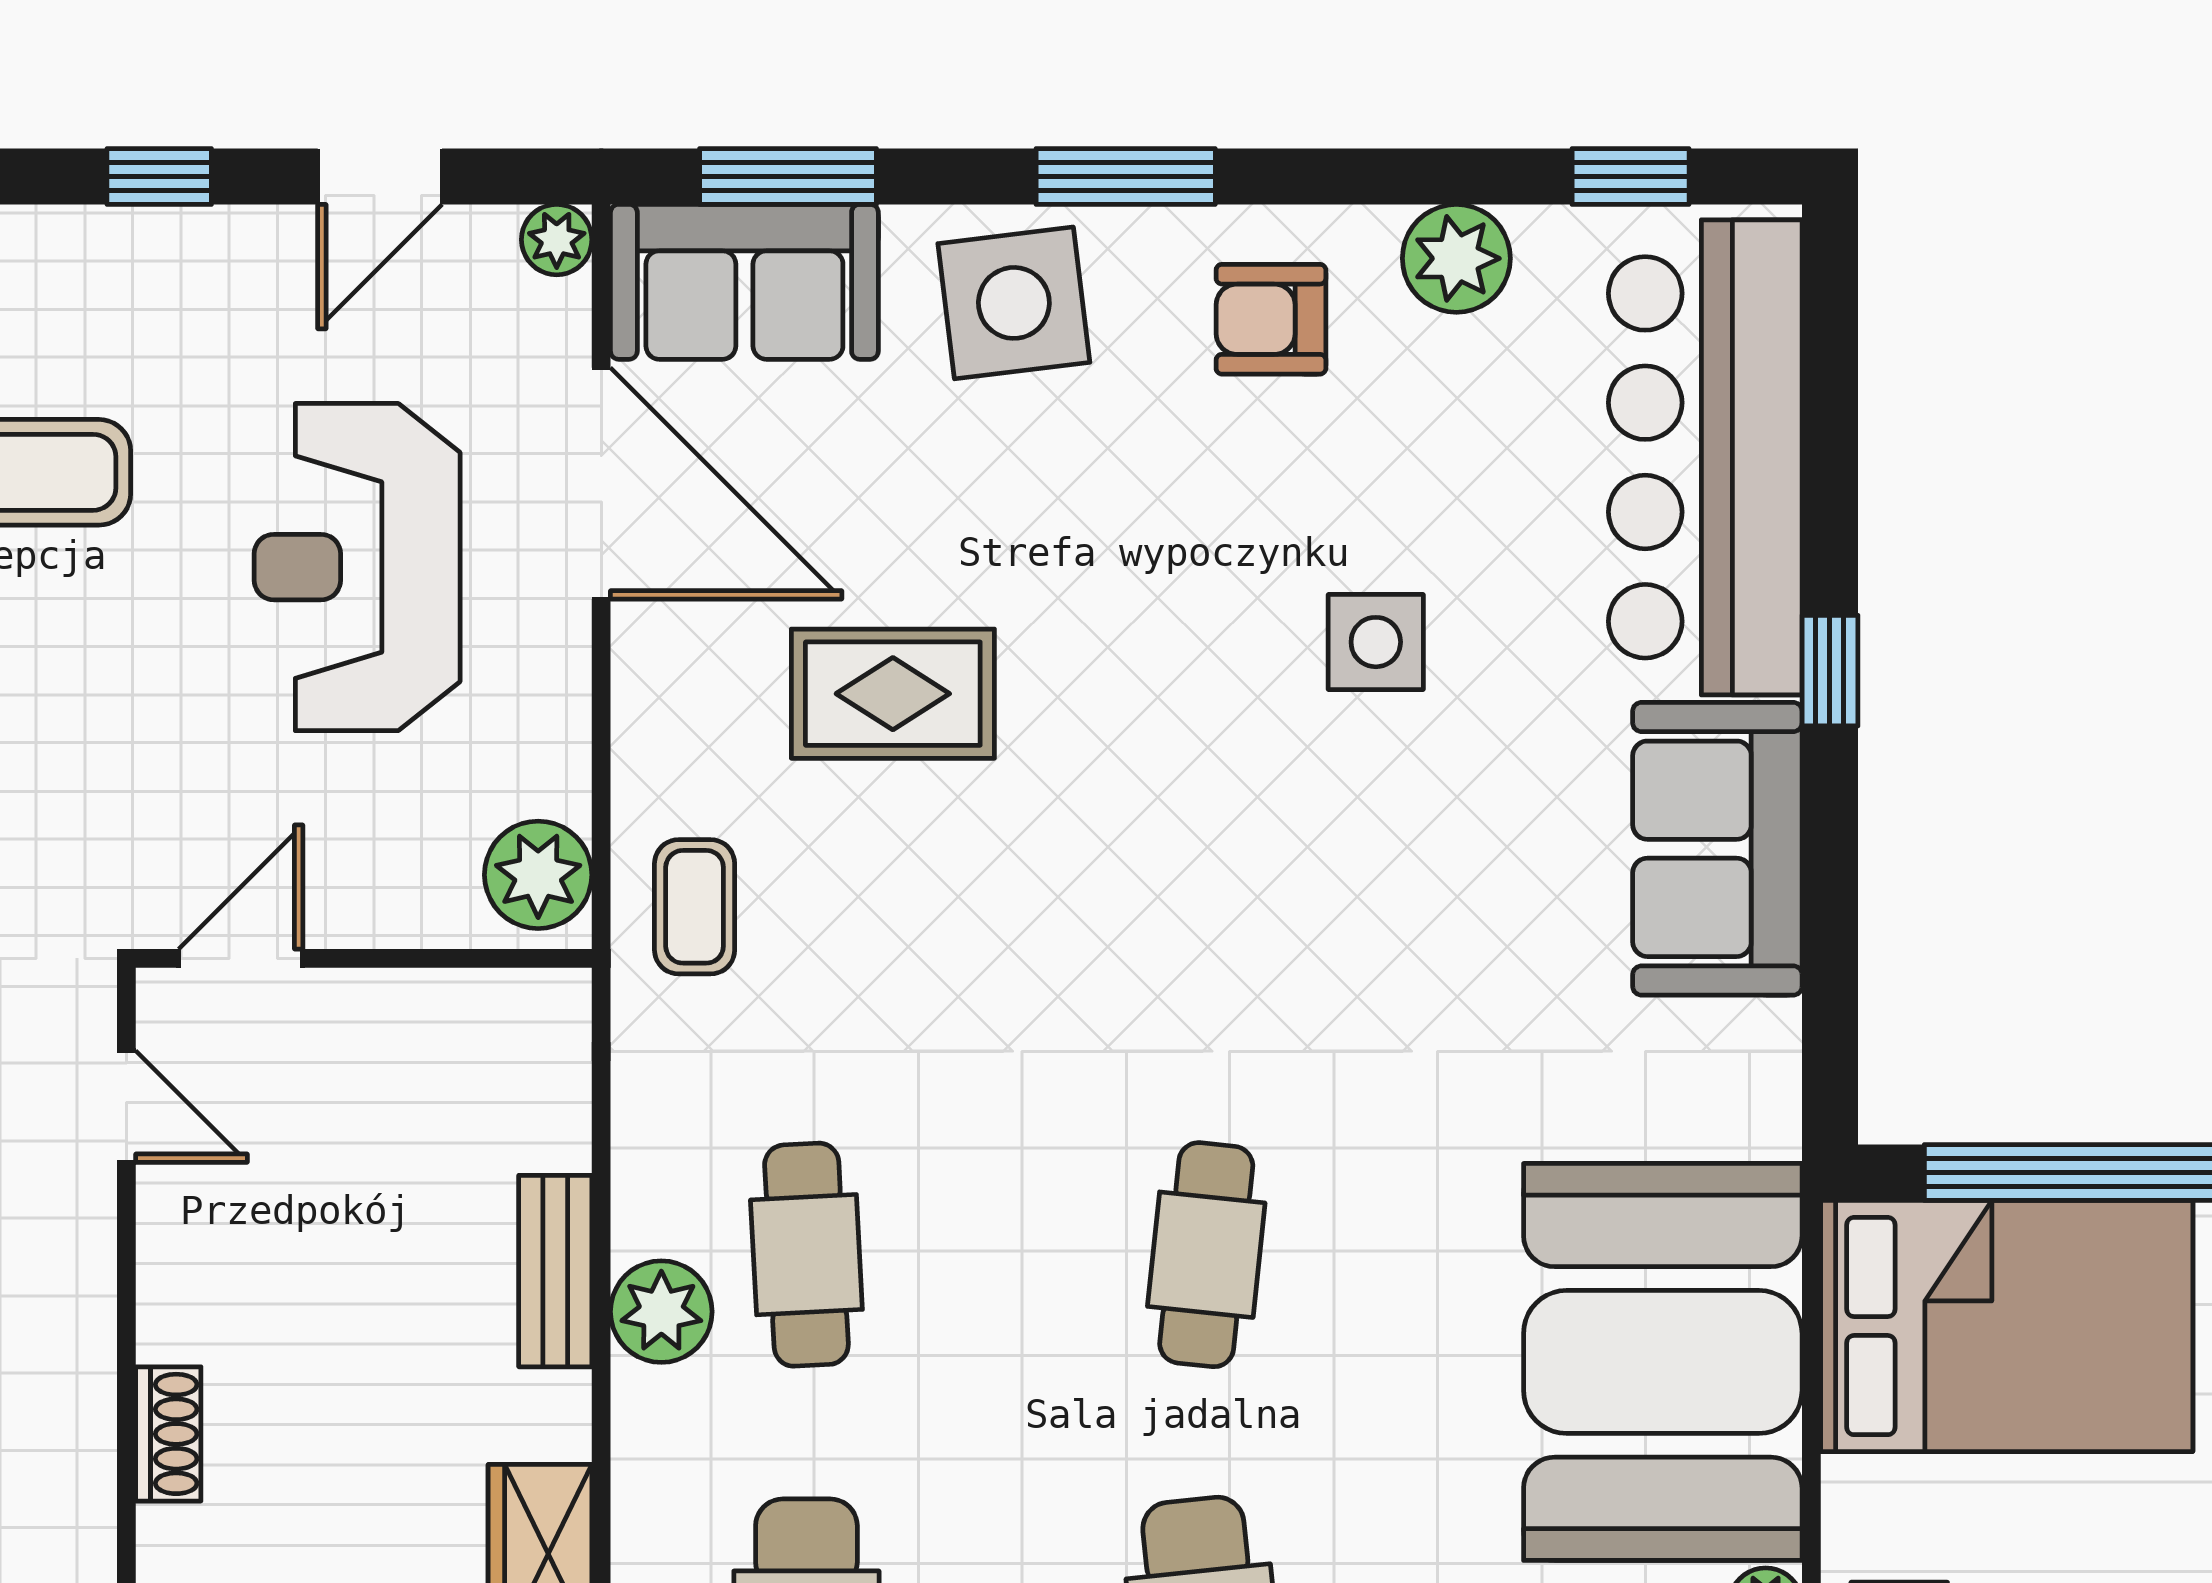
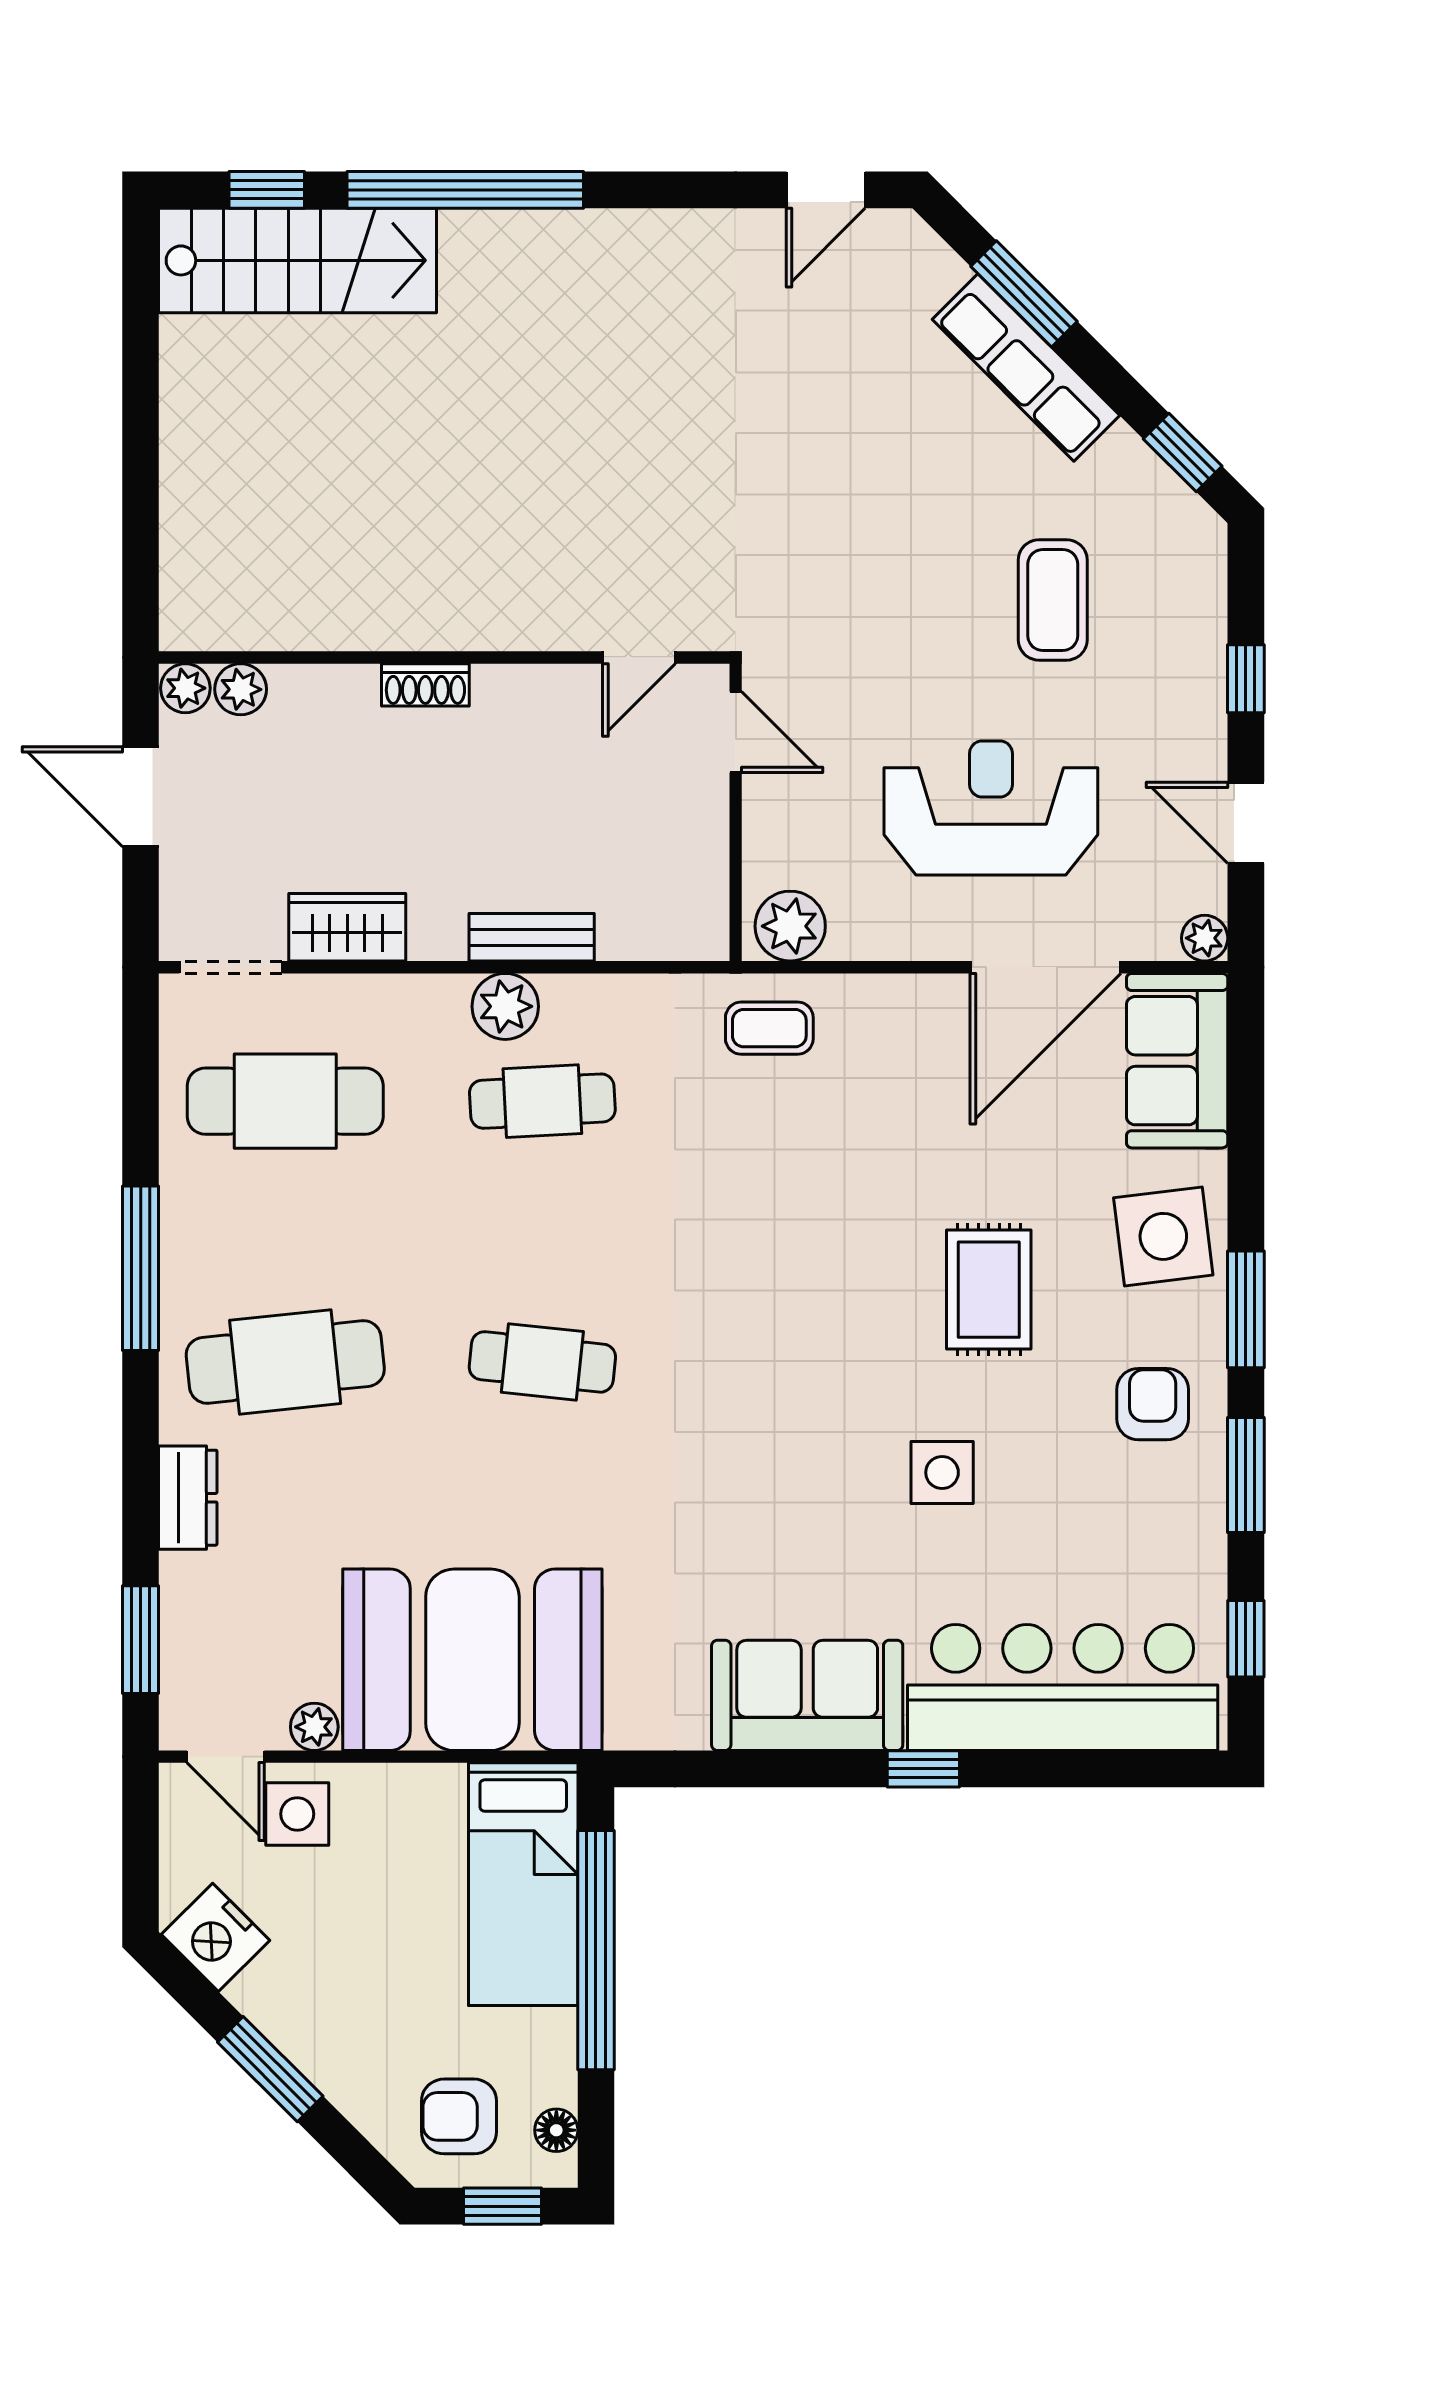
window: (788, 176) -> (1246, 1475), moved
plant: (1456, 258) -> (1192, 1525), removed
rug: (893, 694) -> (989, 1290), moved
bed: (2007, 1326) -> (523, 1884), width x0.67

